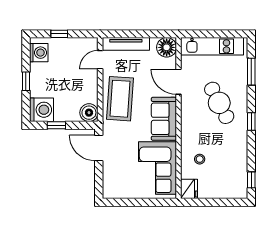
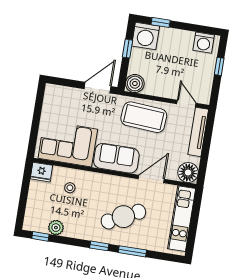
window: (251, 72) -> (132, 251), moved
window: (26, 81) -> (161, 22), moved
plant: (240, 166) -> (56, 228), added

